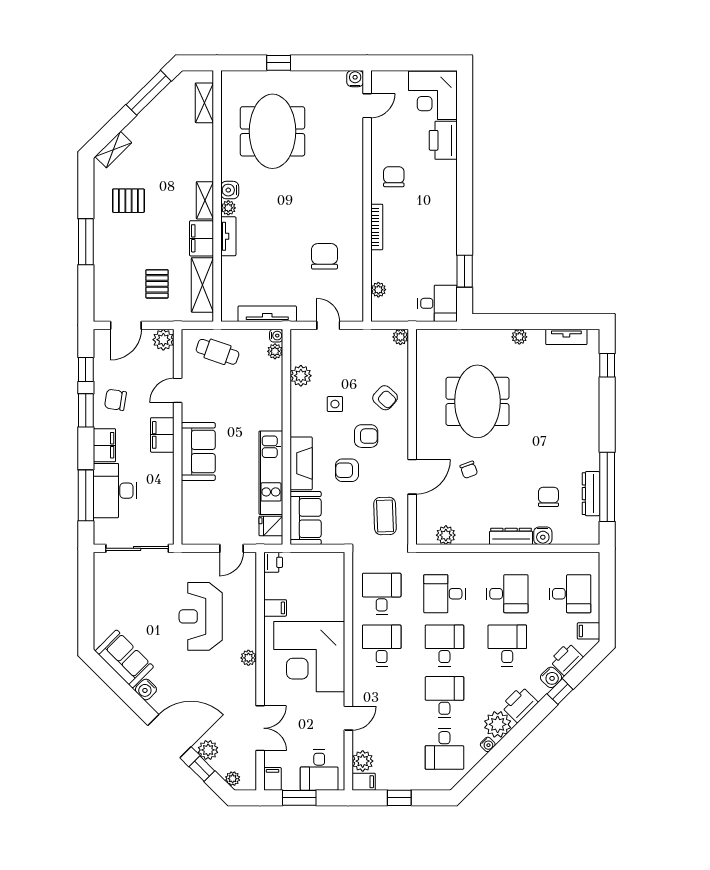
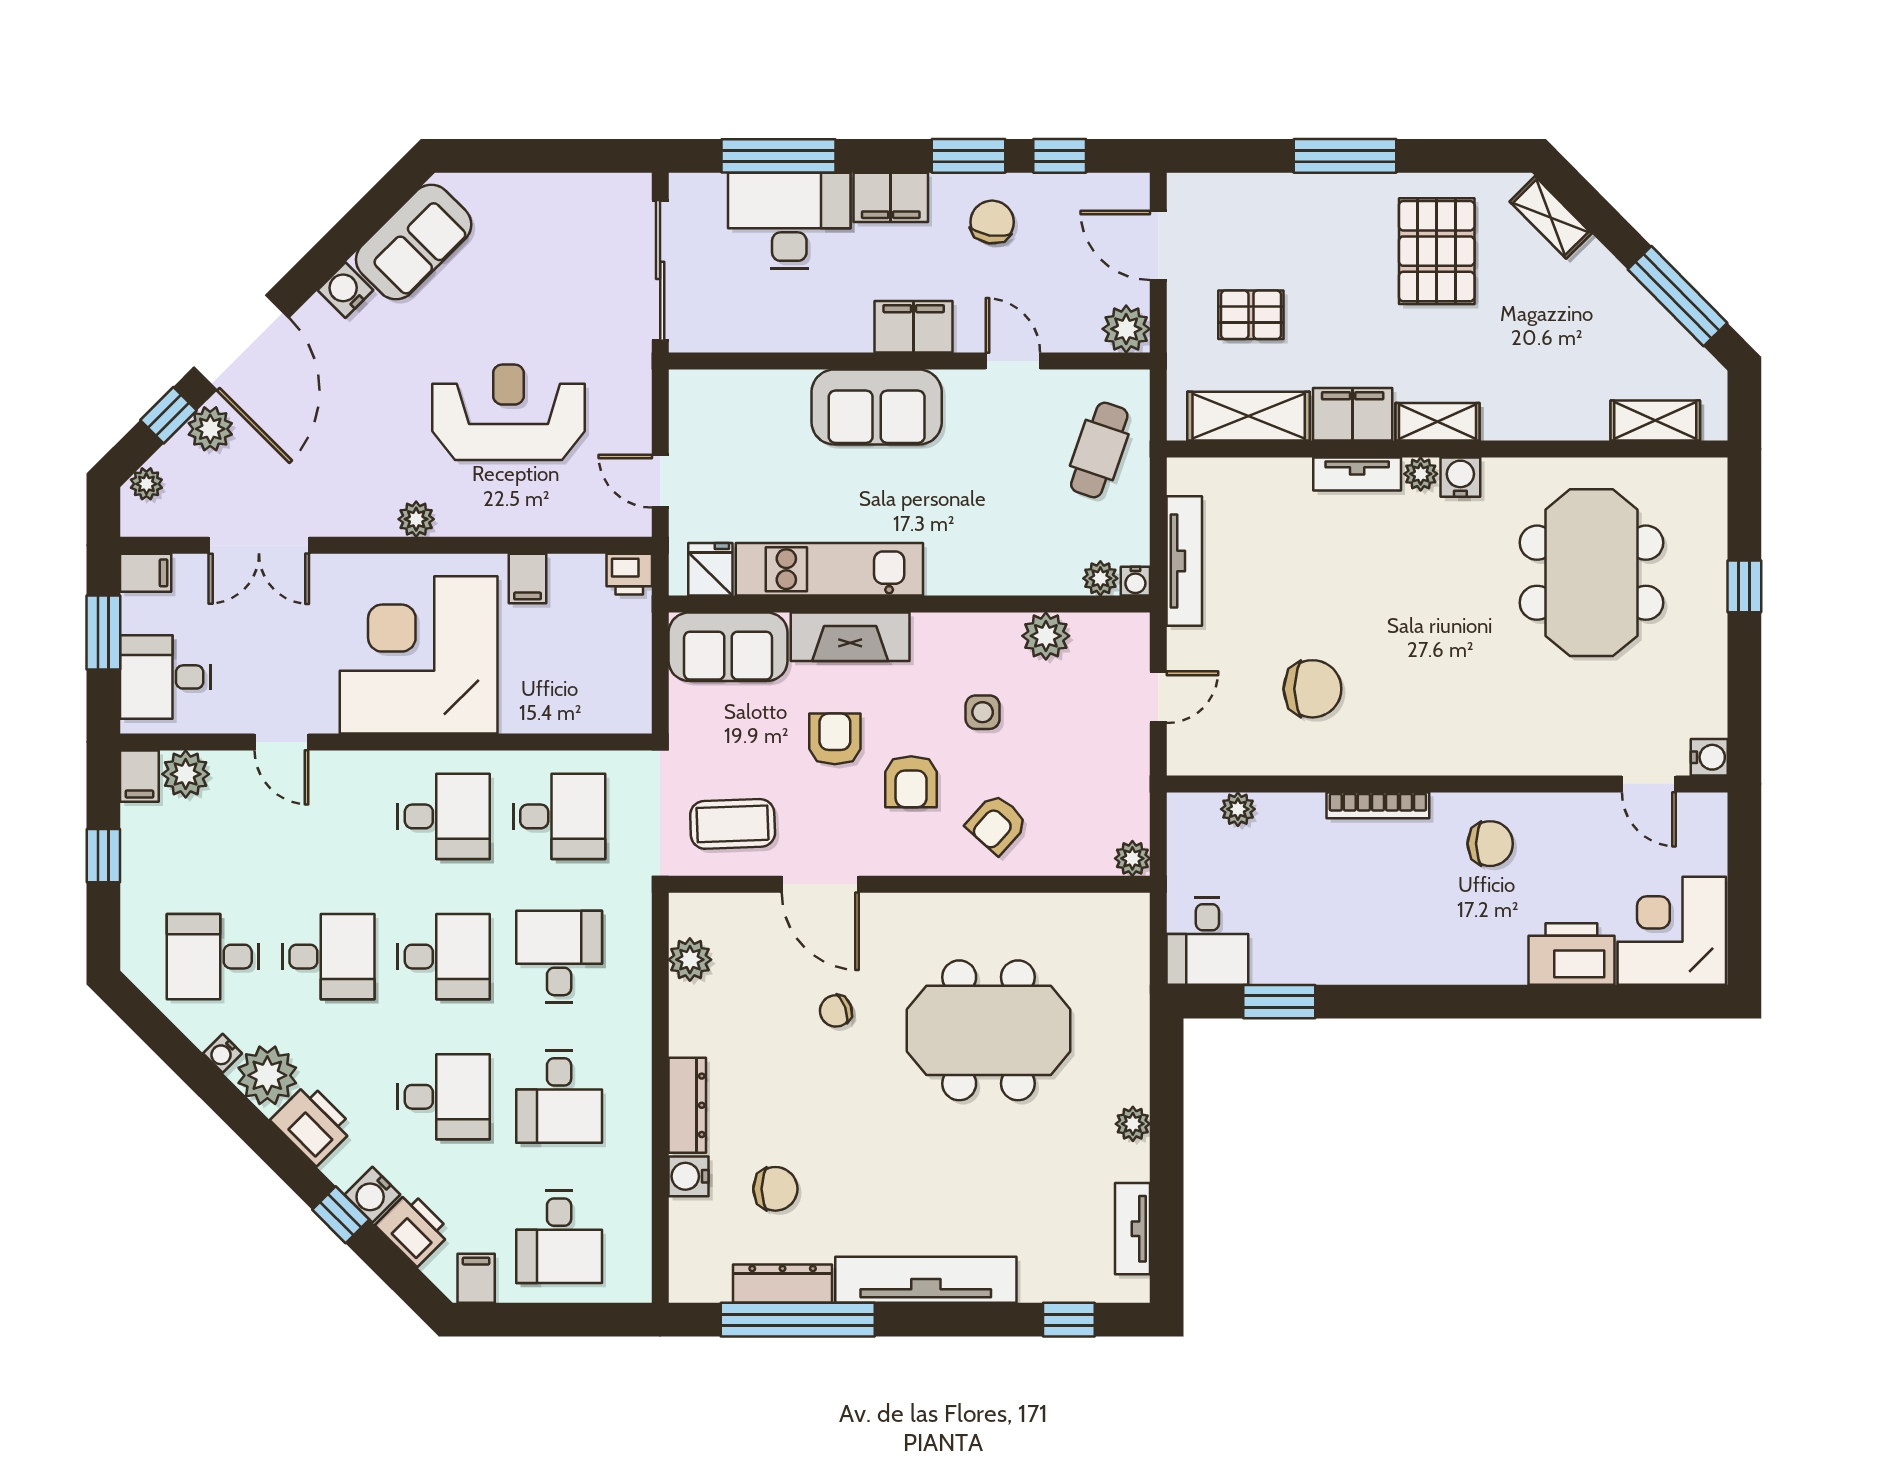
meeting table: (272, 131) -> (1591, 573), turned 90
pallet: (128, 201) -> (1437, 251), width x1.50, depth x1.42
tv unit: (589, 429) -> (926, 1280), added

